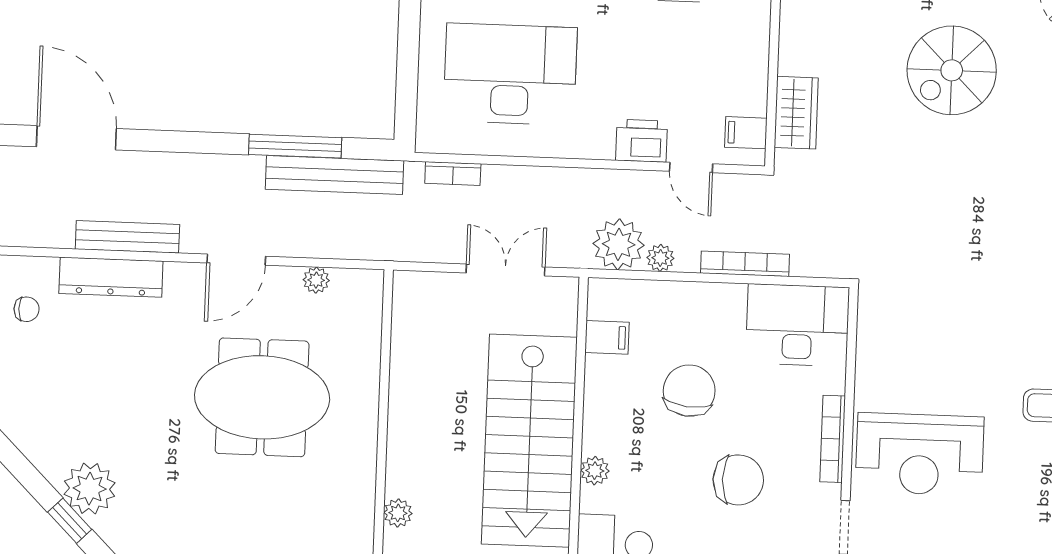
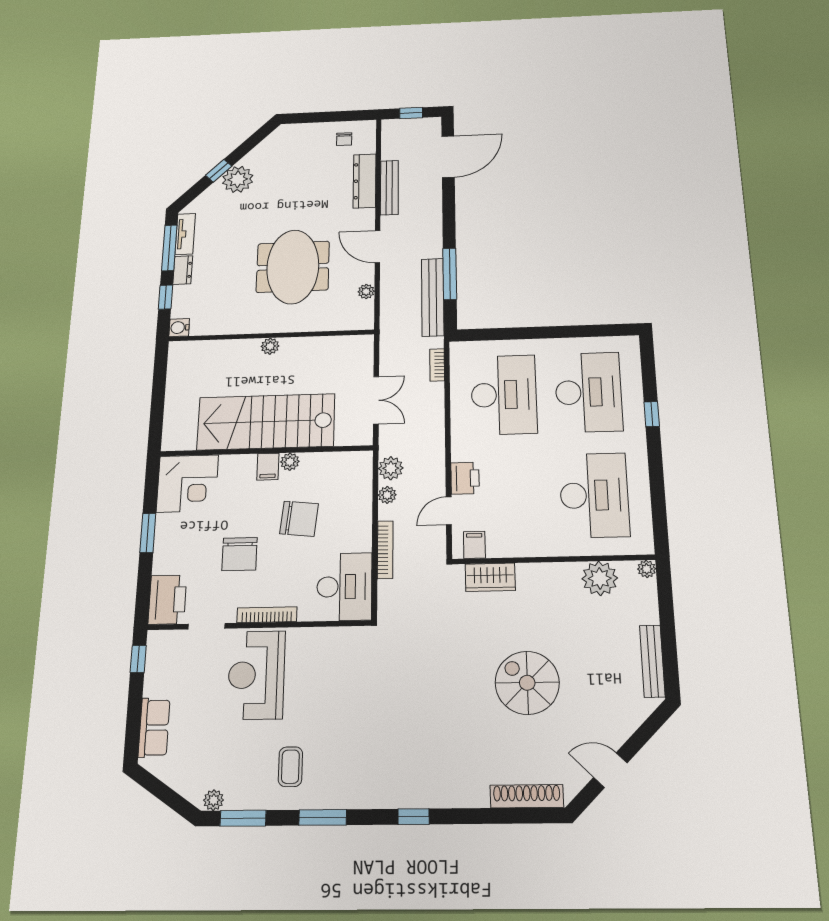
plant: (619, 244) -> (391, 468), width x0.73, depth x0.73
filing cabinet: (607, 337) -> (268, 467), moved
plant: (595, 471) -> (290, 462), moved
plant: (398, 513) -> (270, 346), moved

